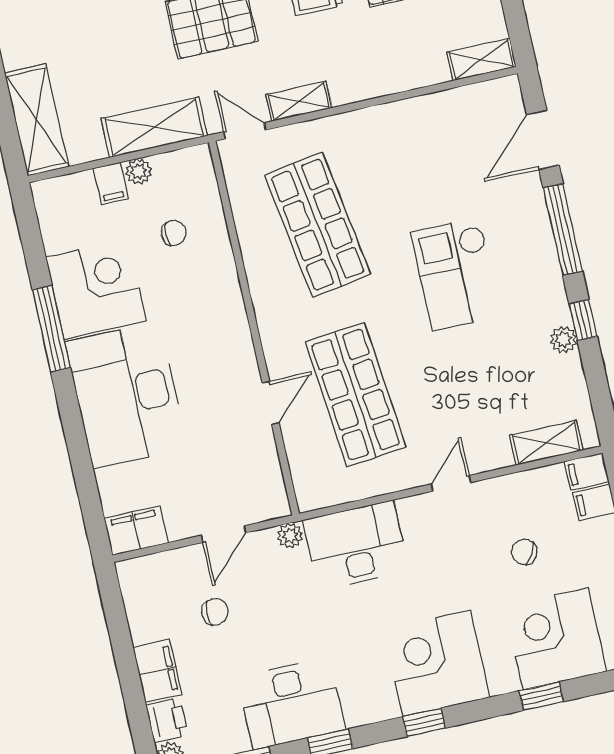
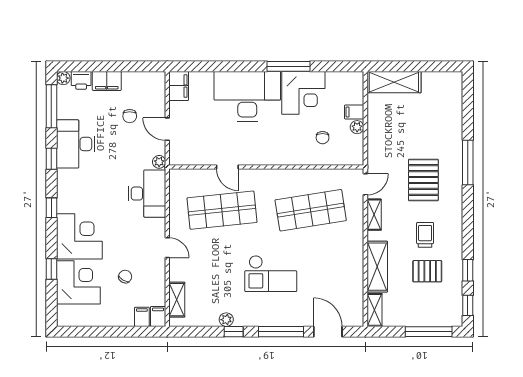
shelving: (154, 127) -> (377, 267), moved
checkout: (456, 274) -> (271, 274), turned 180
corner desk: (437, 664) -> (79, 236), moved

